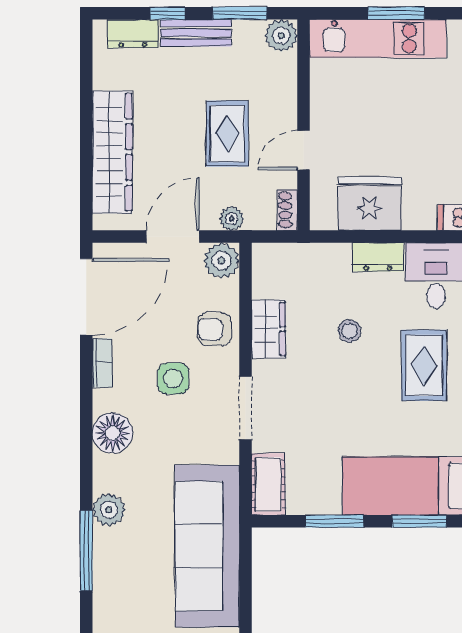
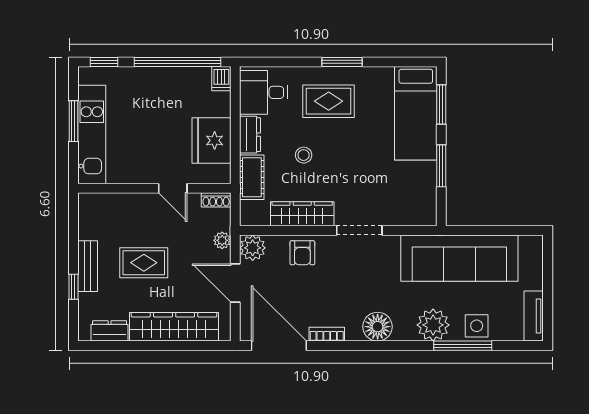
window: (240, 13) -> (73, 234), removed
dresser: (133, 34) -> (110, 331), moved, turned -90
plant: (281, 36) -> (90, 204), removed
rug: (227, 134) -> (144, 263), moved
wardrobe: (268, 329) -> (302, 214), width x1.50
side table: (173, 379) -> (477, 326), moved
cot: (268, 484) -> (252, 177), moved, turned 90
plant: (109, 510) -> (433, 325), width x1.36, depth x1.36

